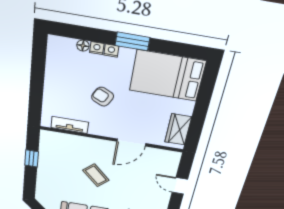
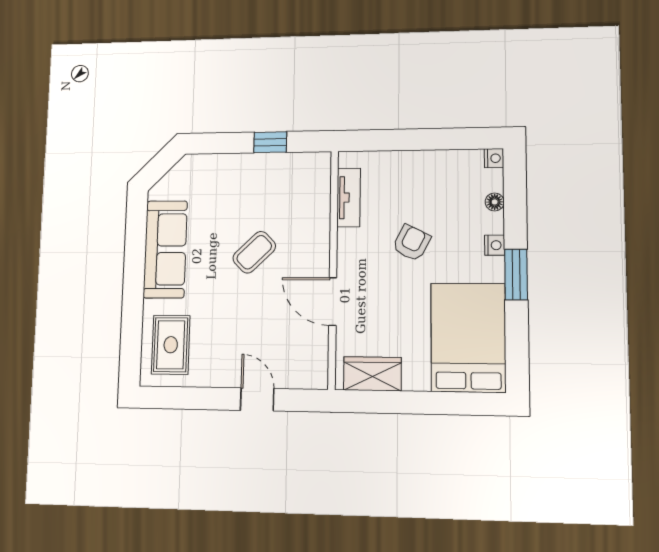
nightstand: (97, 48) -> (494, 158), moved
door: (180, 186) -> (257, 399), hinge flipped

